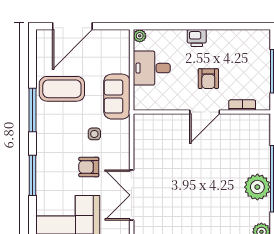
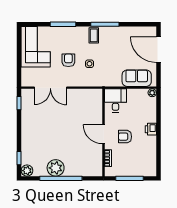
desk: (152, 68) -> (115, 100), moved
coffee table: (62, 89) -> (94, 35), moved, width x0.54, depth x0.58
sofa: (117, 97) -> (137, 78), moved
double door: (132, 195) -> (50, 88), swing flipped

